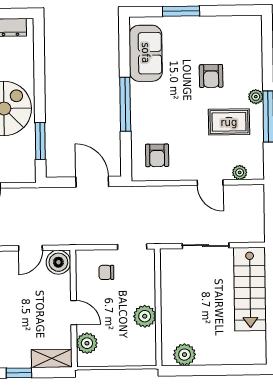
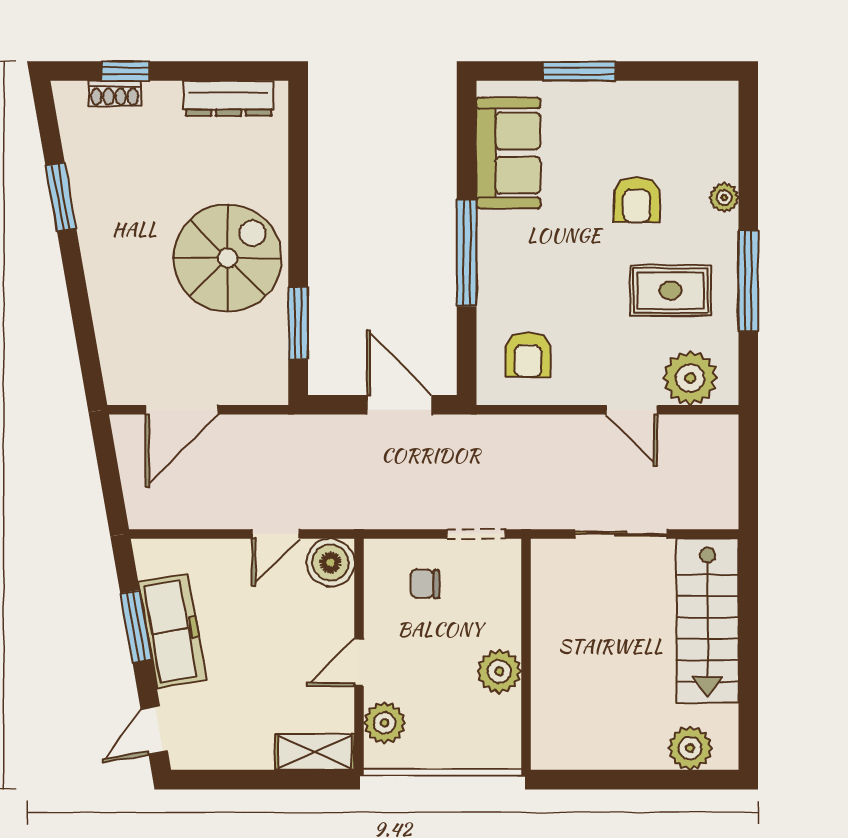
plant: (256, 97) -> (724, 198), moved
plant: (240, 172) -> (690, 378), width x1.87, depth x1.87
door: (74, 313) -> (359, 662), swing flipped
plant: (185, 355) -> (690, 748), moved
window: (19, 373) -> (250, 780), removed

